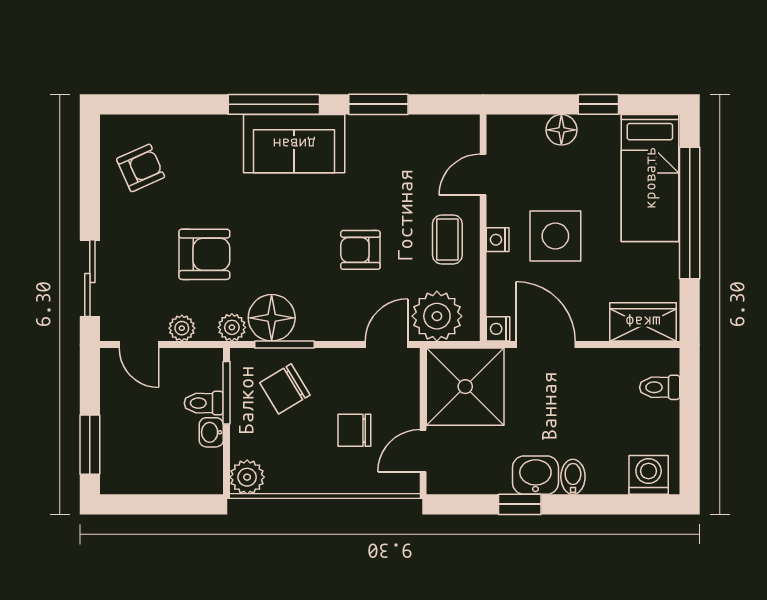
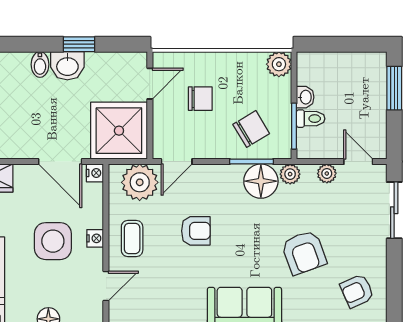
armchair: (204, 254) -> (304, 253), moved, turned -110

